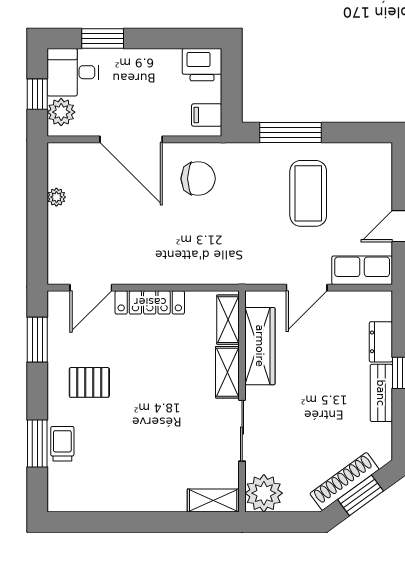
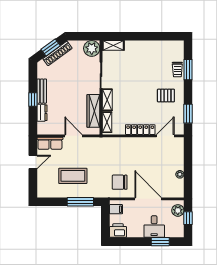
desk: (73, 72) -> (154, 227), moved, turned 90
coffee table: (308, 193) -> (73, 176), turned 90
door: (307, 288) -> (74, 136), hinge flipped

